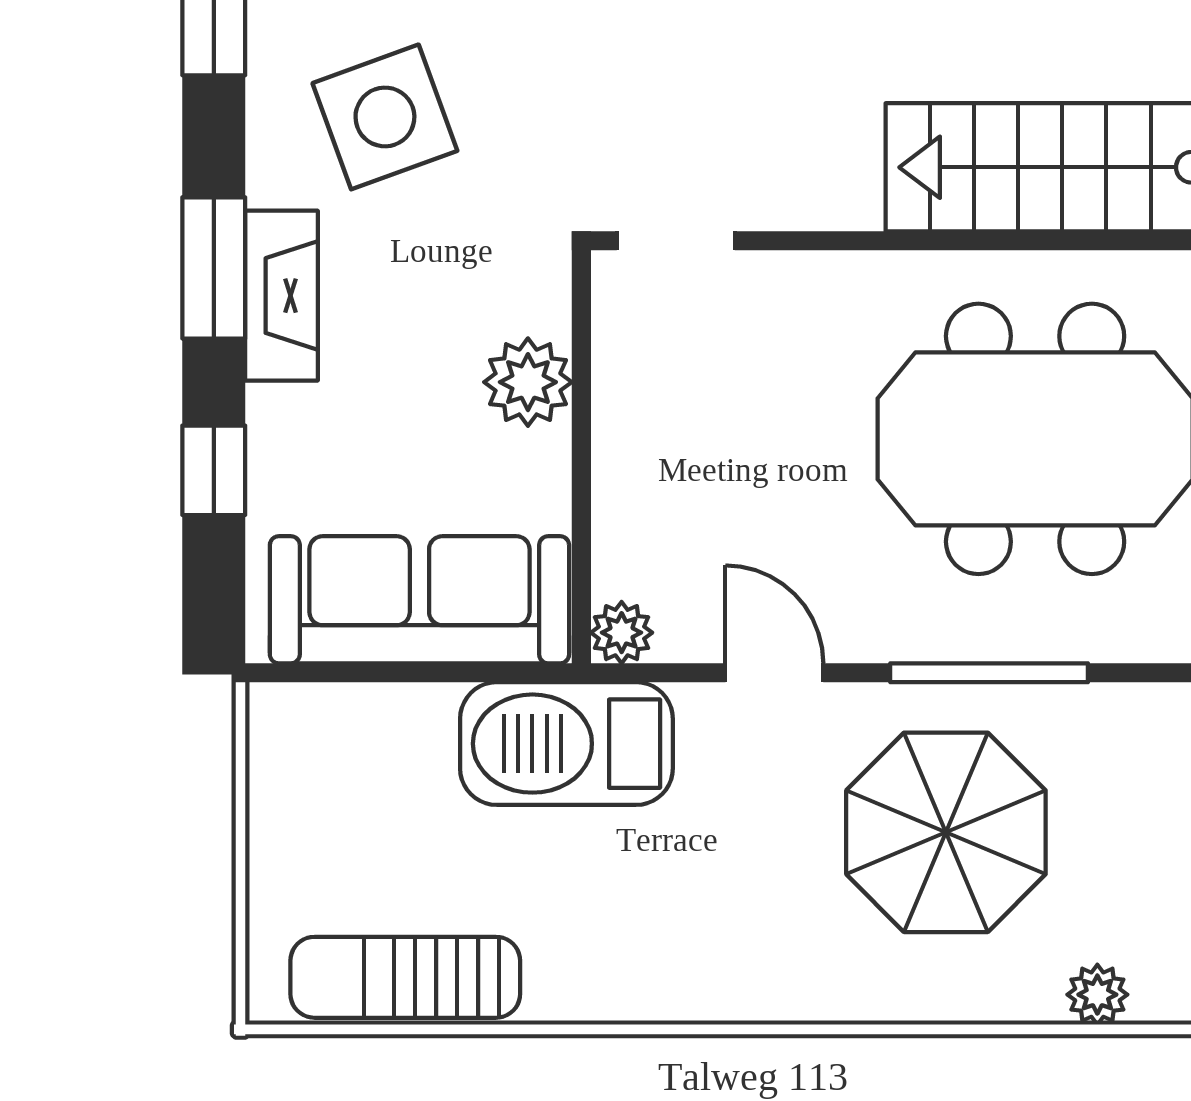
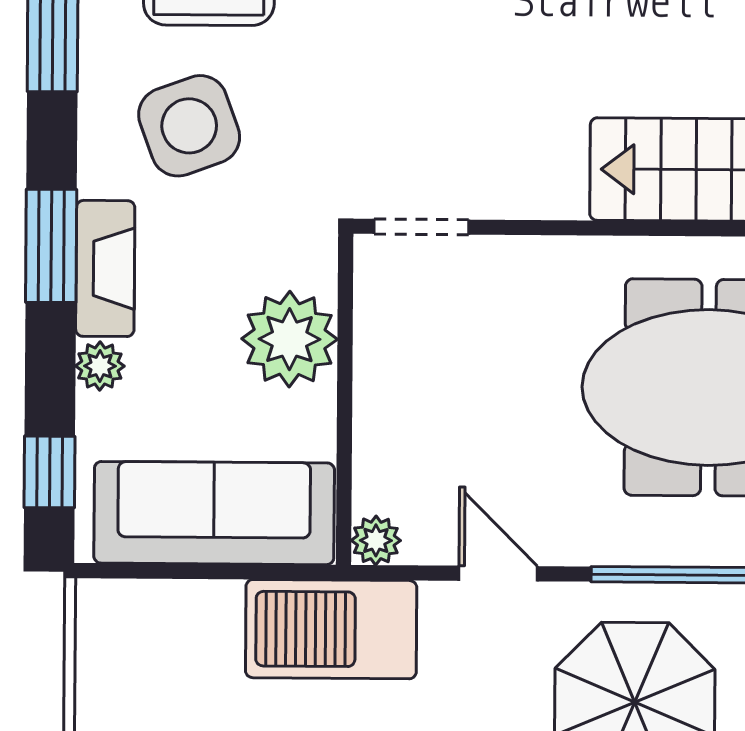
plant: (528, 382) -> (290, 339), width x1.36, depth x1.36
plant: (276, 417) -> (100, 366), added
window: (214, 470) -> (50, 472), moved

